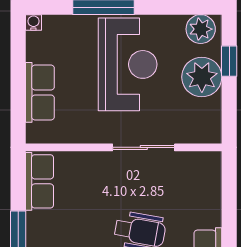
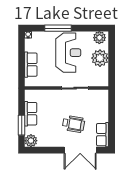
window: (229, 61) -> (112, 51), removed
row of seats: (39, 181) -> (31, 114), moved

